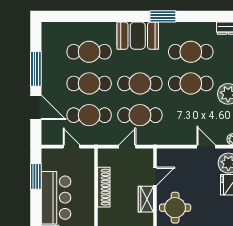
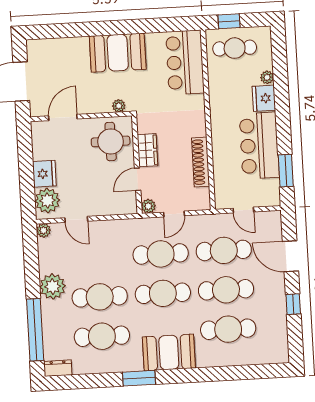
window: (36, 69) -> (293, 304), width x0.46
plant: (148, 154) -> (148, 206), added

